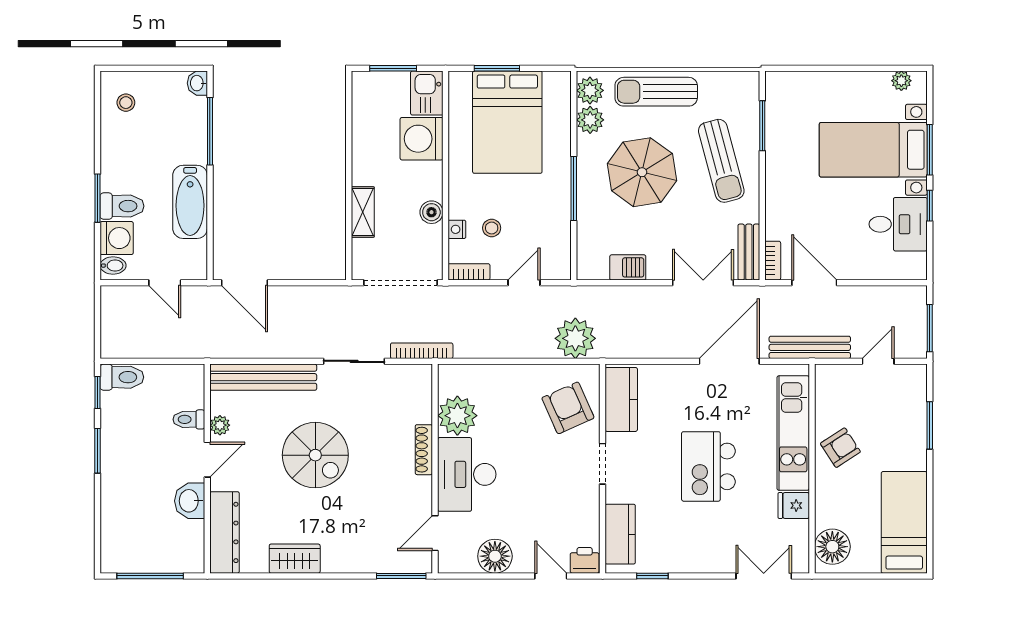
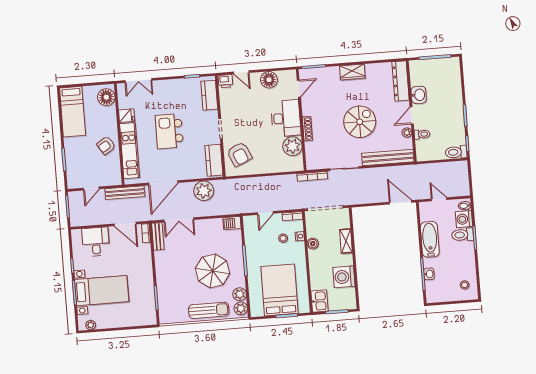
washbasin: (197, 83) -> (429, 274), moved
washing machine: (422, 139) -> (344, 277), moved, turned 180
sun lounger: (721, 161) -> (175, 279), removed
desk: (898, 224) -> (96, 242), moved, turned 90
barbecue: (628, 267) -> (232, 223), moved
plant: (575, 338) -> (204, 191), moved
spiral stairs: (315, 455) -> (360, 122), turned 90
kitchen island: (708, 466) -> (169, 131), turned 180
wardrobe: (295, 559) -> (352, 72), moved

